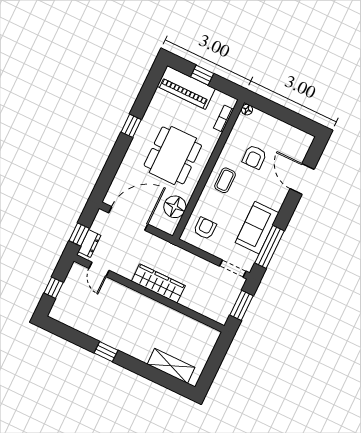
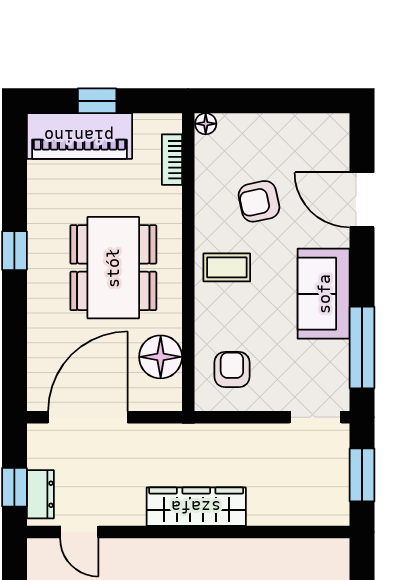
armchair: (254, 157) -> (259, 201), turned 79
coffee table: (225, 180) -> (227, 267), turned 90
sofa: (257, 228) -> (324, 294), moved

